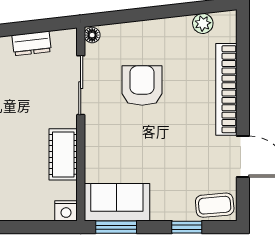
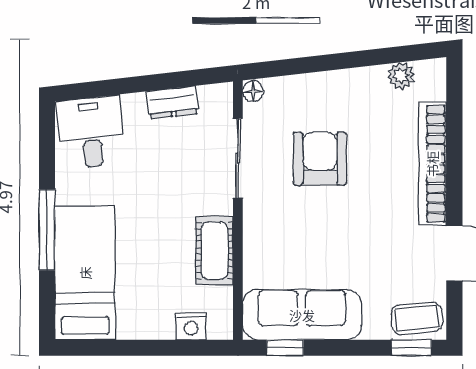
sofa: (117, 202) -> (302, 315), width x1.36
nightstand: (66, 211) -> (191, 326), moved
window: (116, 227) -> (285, 348), width x0.67
window: (187, 227) -> (412, 348), moved

